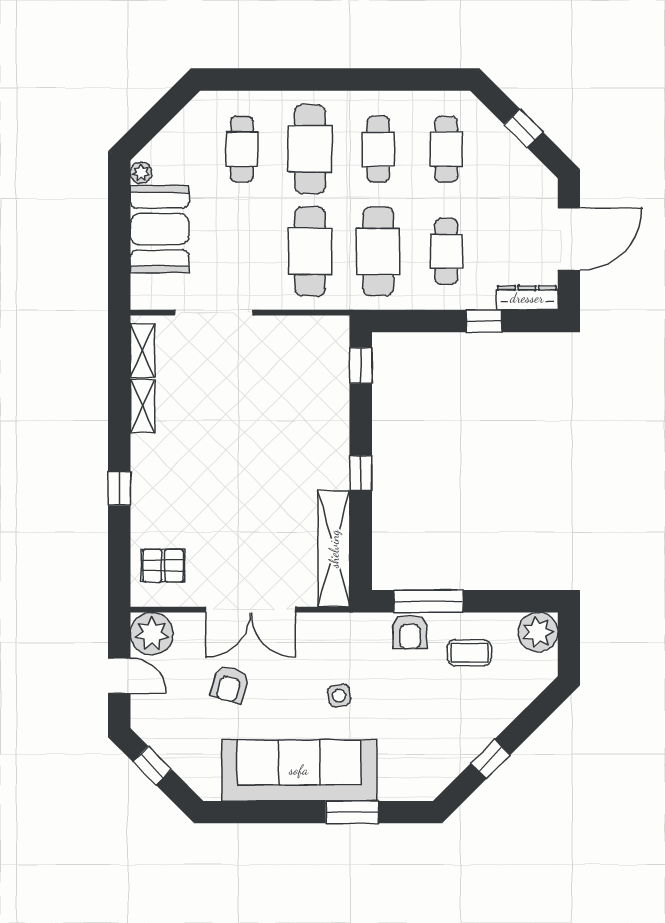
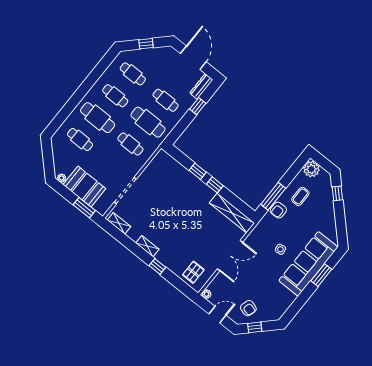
cafe table: (310, 251) -> (130, 144), width x0.73, depth x0.74
window: (119, 261) -> (84, 208), added
window: (361, 366) -> (198, 171), moved
shelving: (142, 406) -> (147, 246), moved
armchair: (410, 632) -> (278, 210), turned 90
plant: (152, 634) -> (207, 294), width x0.53, depth x0.53
armchair: (230, 684) -> (248, 308), moved
window: (490, 759) -> (337, 193), moved
sofa: (299, 770) -> (308, 264), moved

